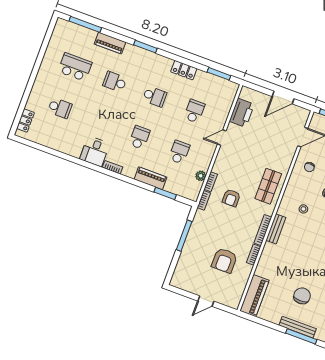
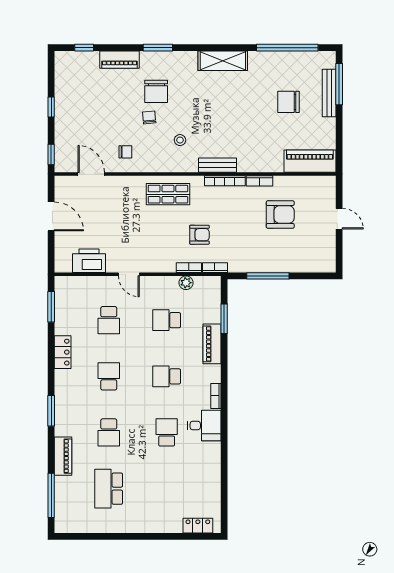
school desk: (60, 108) -> (167, 432), moved
school desk: (194, 111) -> (109, 320), turned -90

